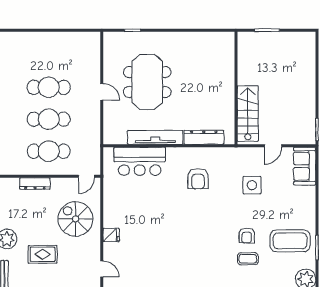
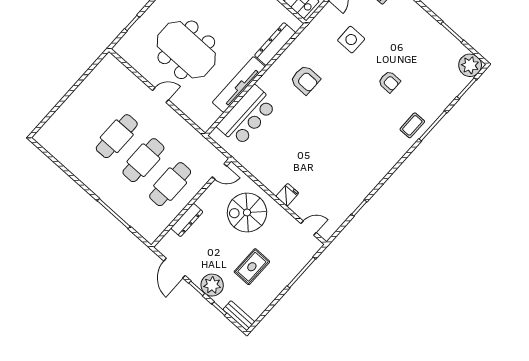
door: (86, 176) -> (219, 171), hinge flipped
coffee table: (290, 241) -> (426, 50), removed
coffee table: (248, 259) -> (412, 125), moved

